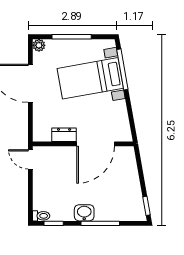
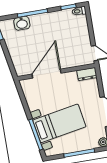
dresser: (64, 135) -> (87, 74), moved
washbasin: (84, 213) -> (22, 23), moved

